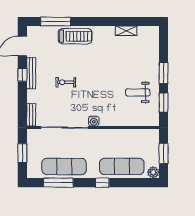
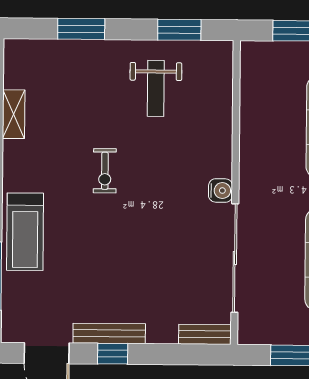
treadmill: (75, 36) -> (25, 232), turned 180
window: (164, 73) -> (81, 29), moved
exercise bike: (66, 82) -> (105, 171), moved

